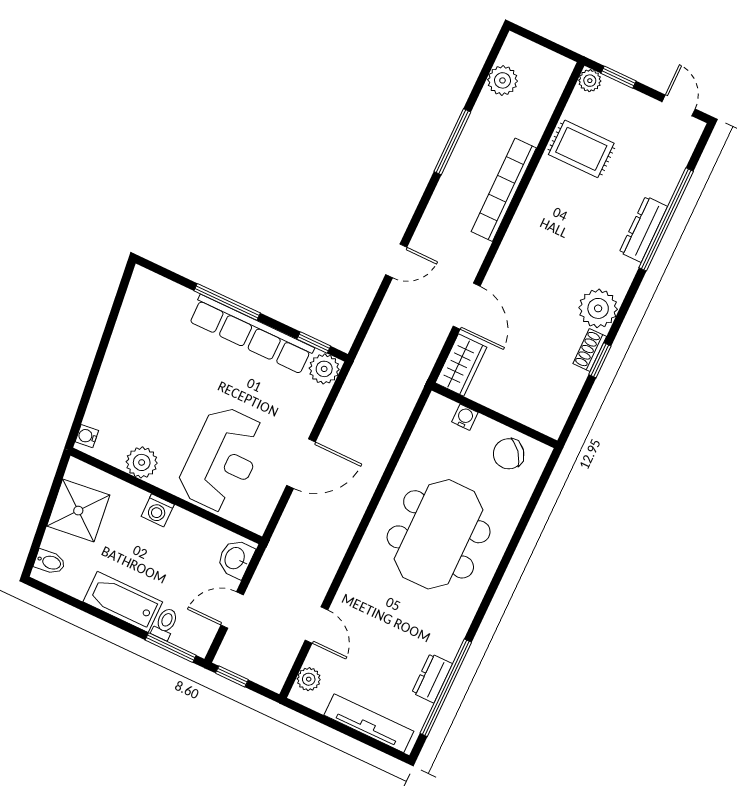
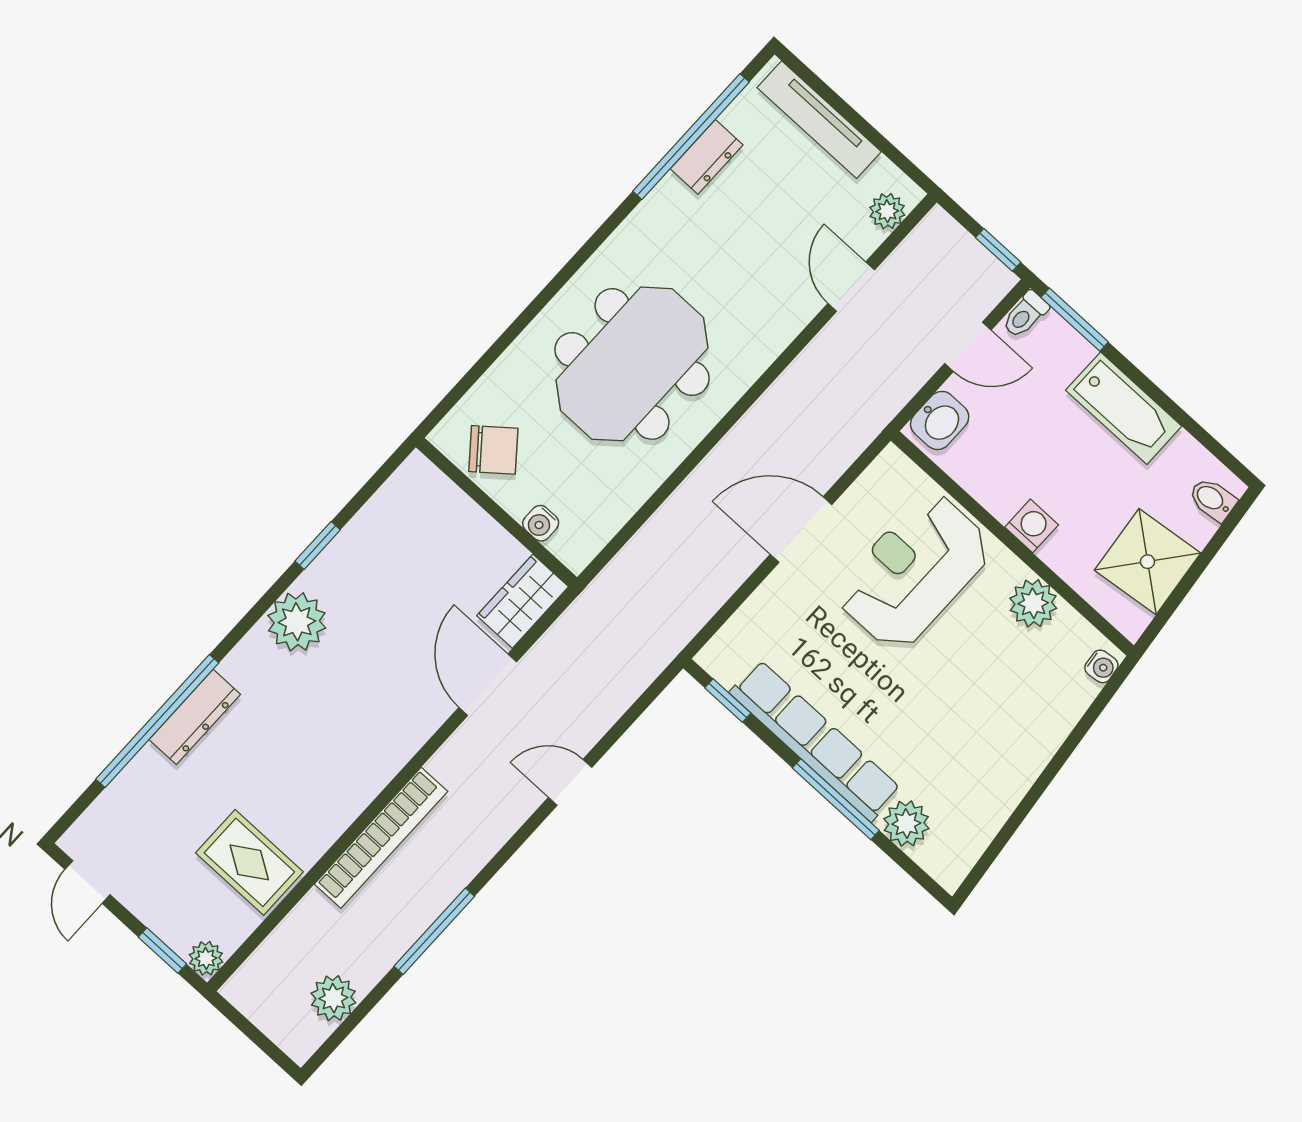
shoe rack: (590, 350) -> (328, 565), removed
plant: (324, 369) -> (906, 824), moved
toilet: (165, 624) -> (1025, 315), moved

